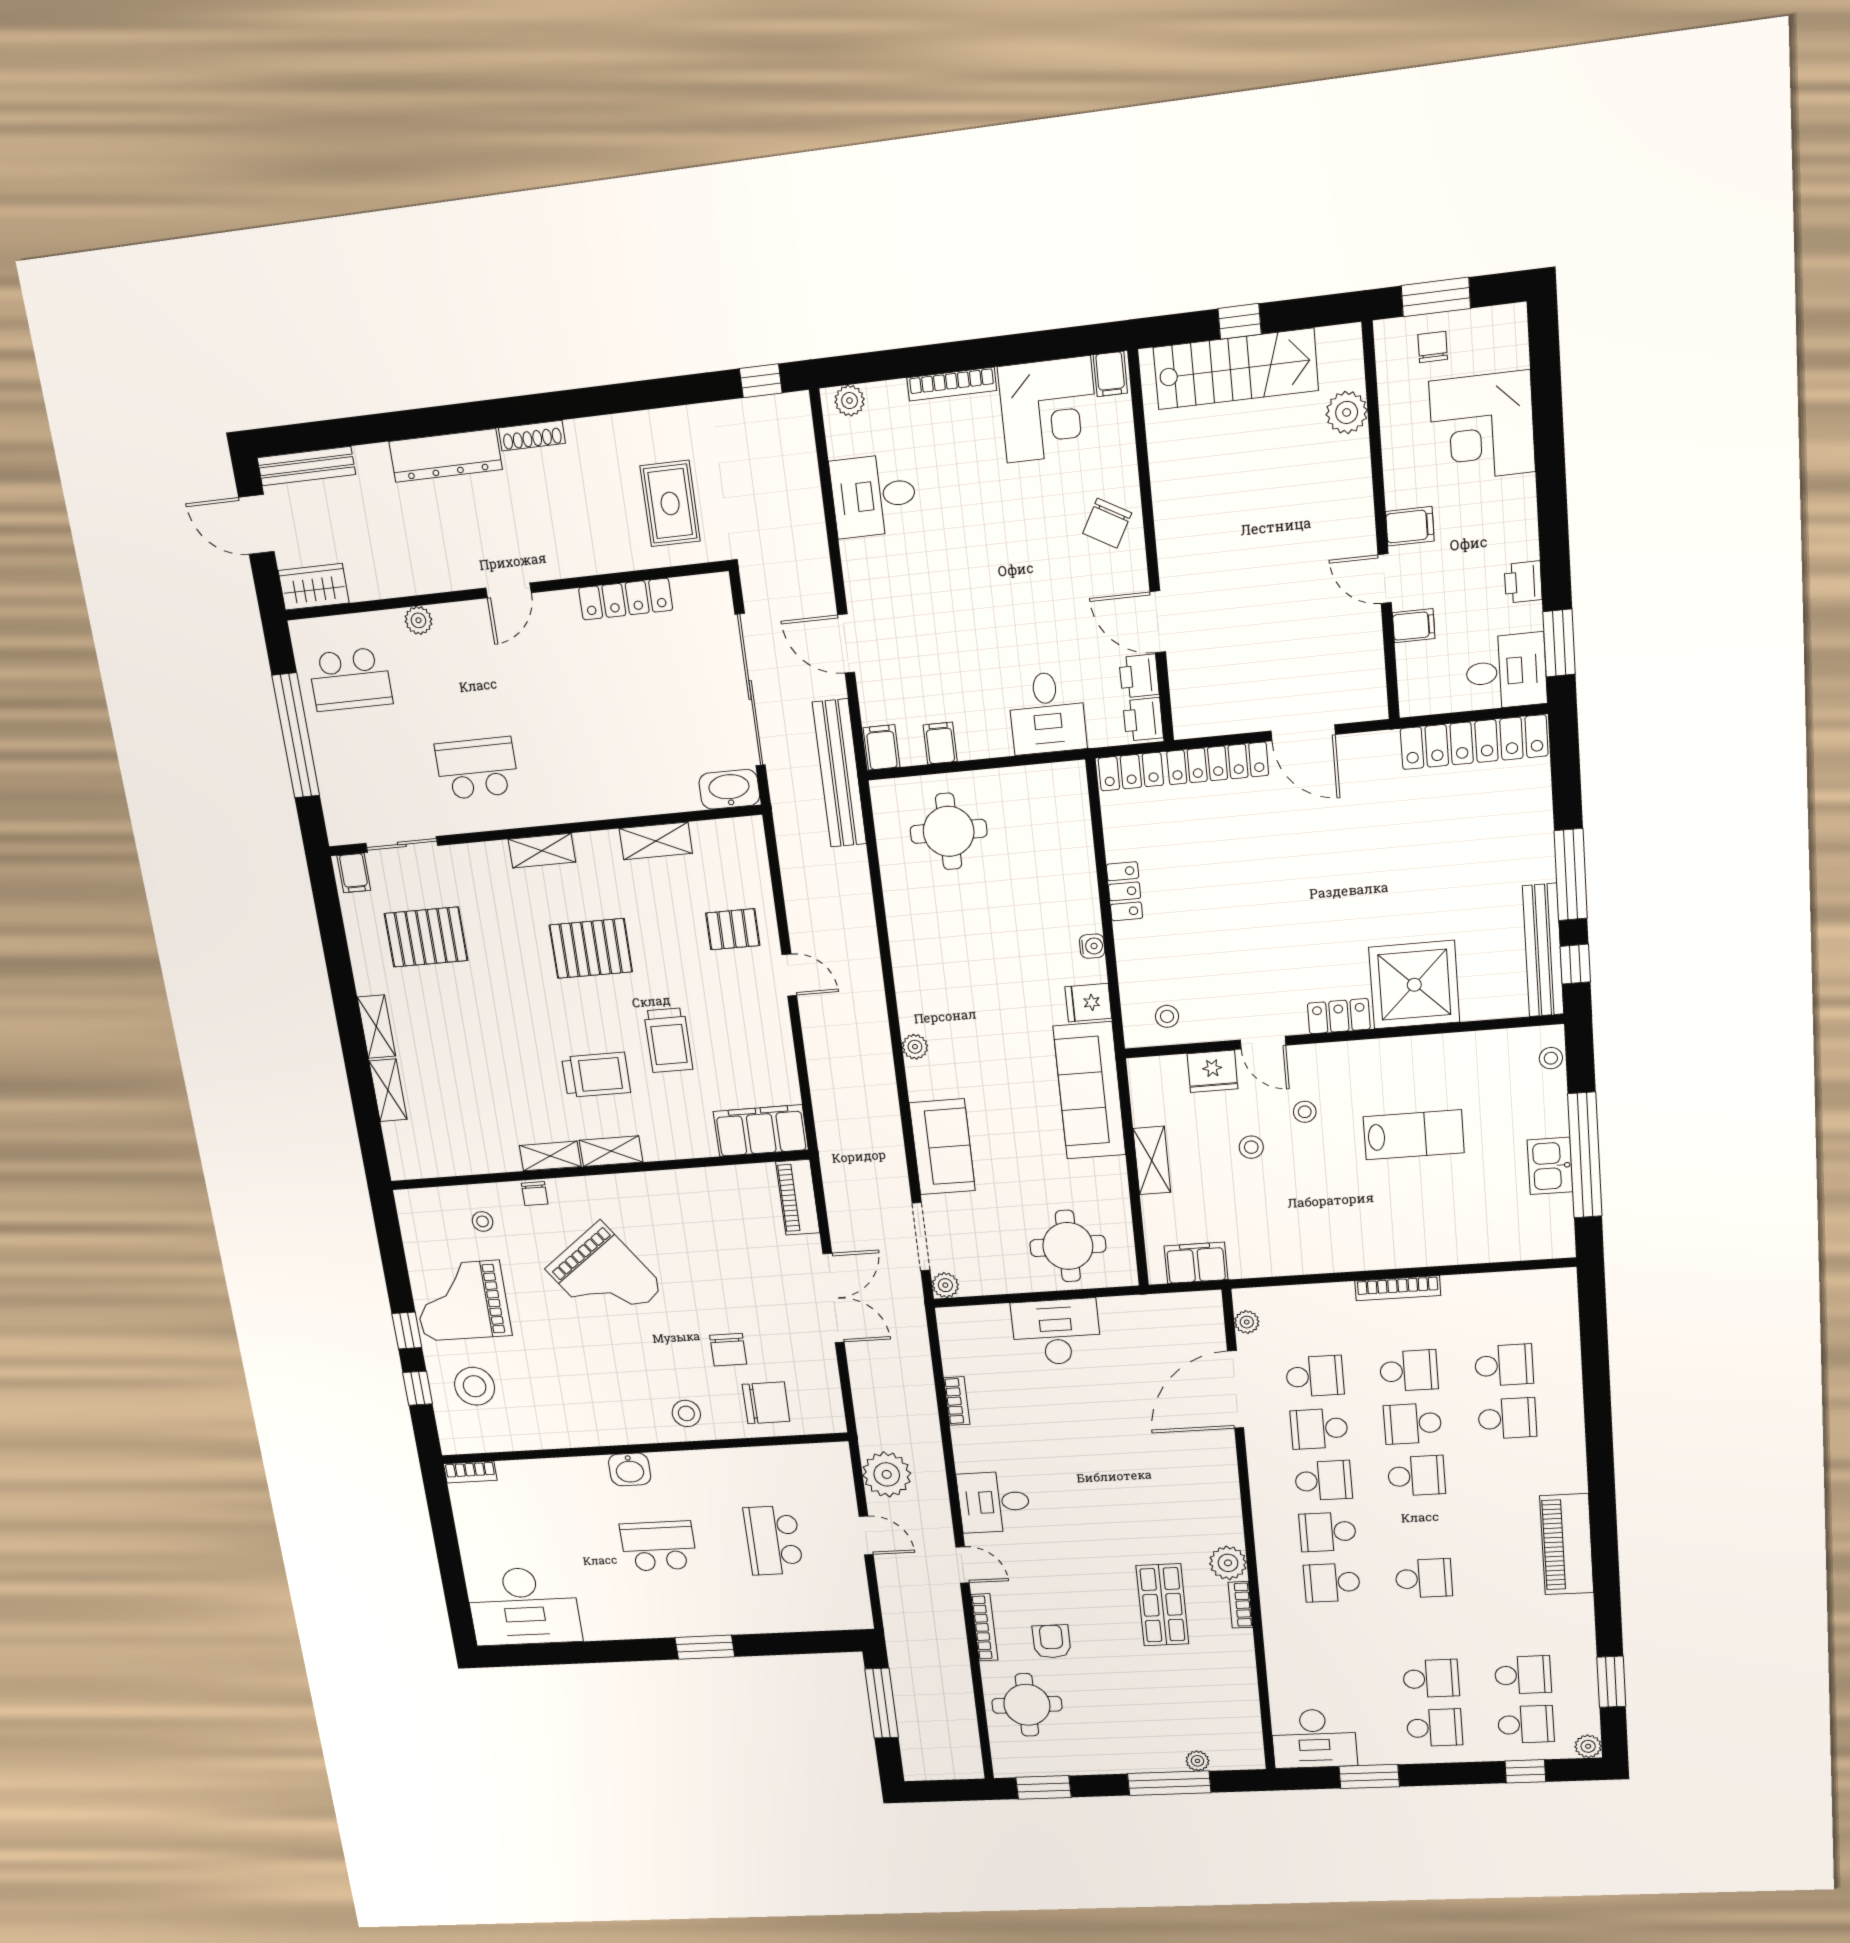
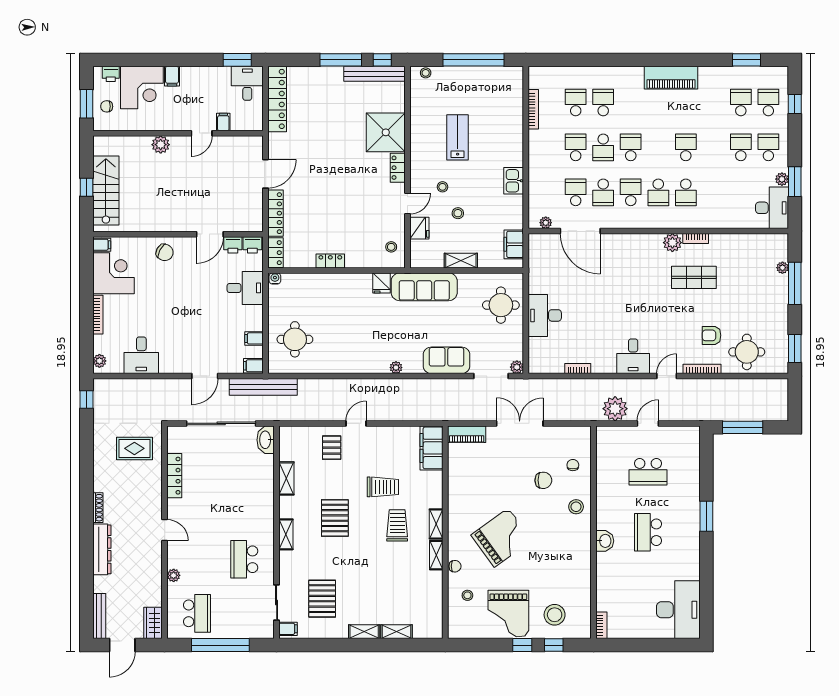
plant: (1347, 412) -> (161, 145), moved
filing cabinet: (1410, 526) -> (172, 76), moved, turned 180
printer: (1523, 582) -> (111, 74), moved
water cooler: (1092, 946) -> (275, 278), moved
kitchen sink: (1550, 1166) -> (514, 181), moved, turned 90
bookcase: (1398, 1288) -> (533, 109), moved
chair: (766, 1403) -> (573, 465), width x0.54, depth x0.54
plant: (1588, 1746) -> (782, 179), moved

